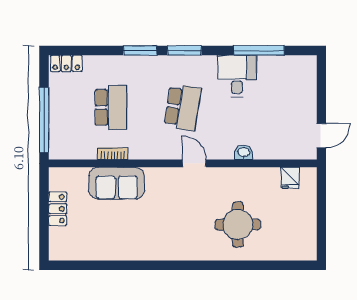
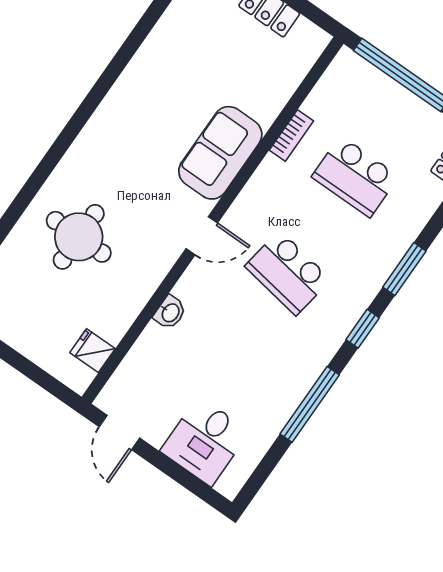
window: (184, 50) -> (363, 329), width x0.67
window: (259, 50) -> (310, 404), moved
desk: (237, 76) -> (205, 441), moved, turned 90
sofa: (117, 183) -> (220, 153), moved

